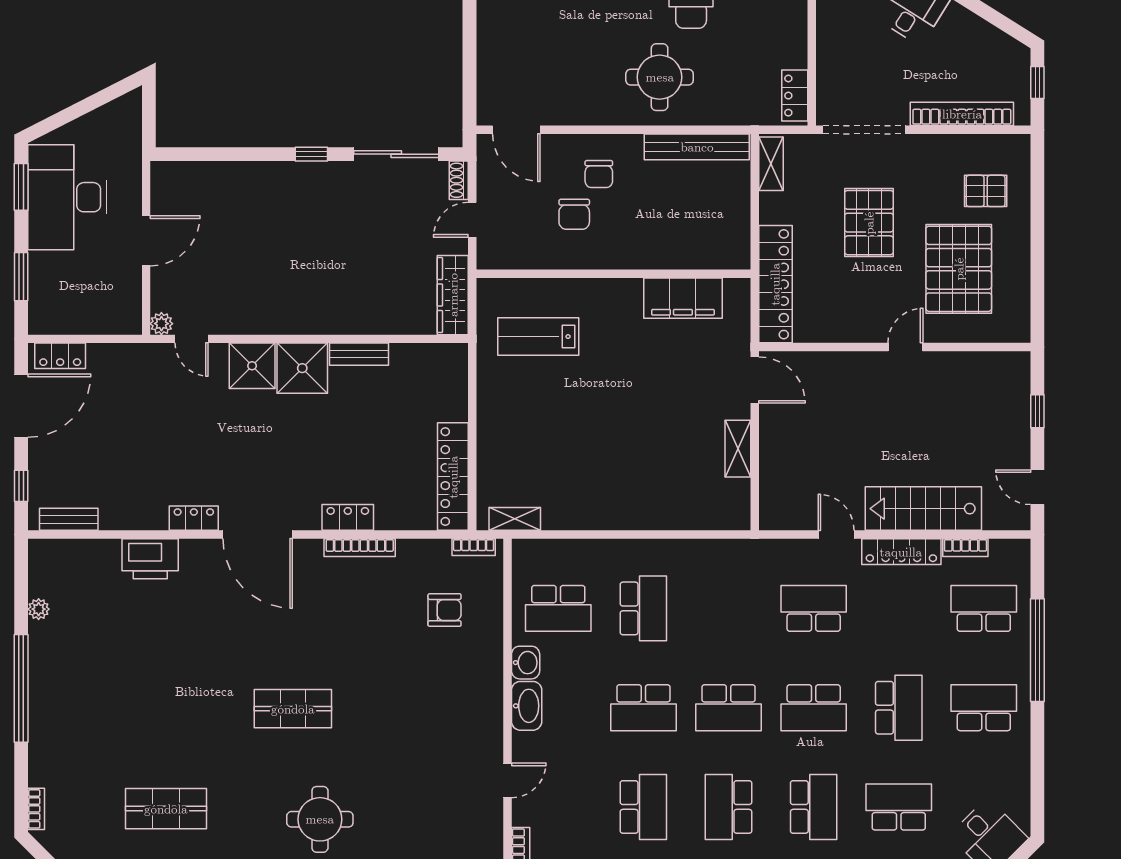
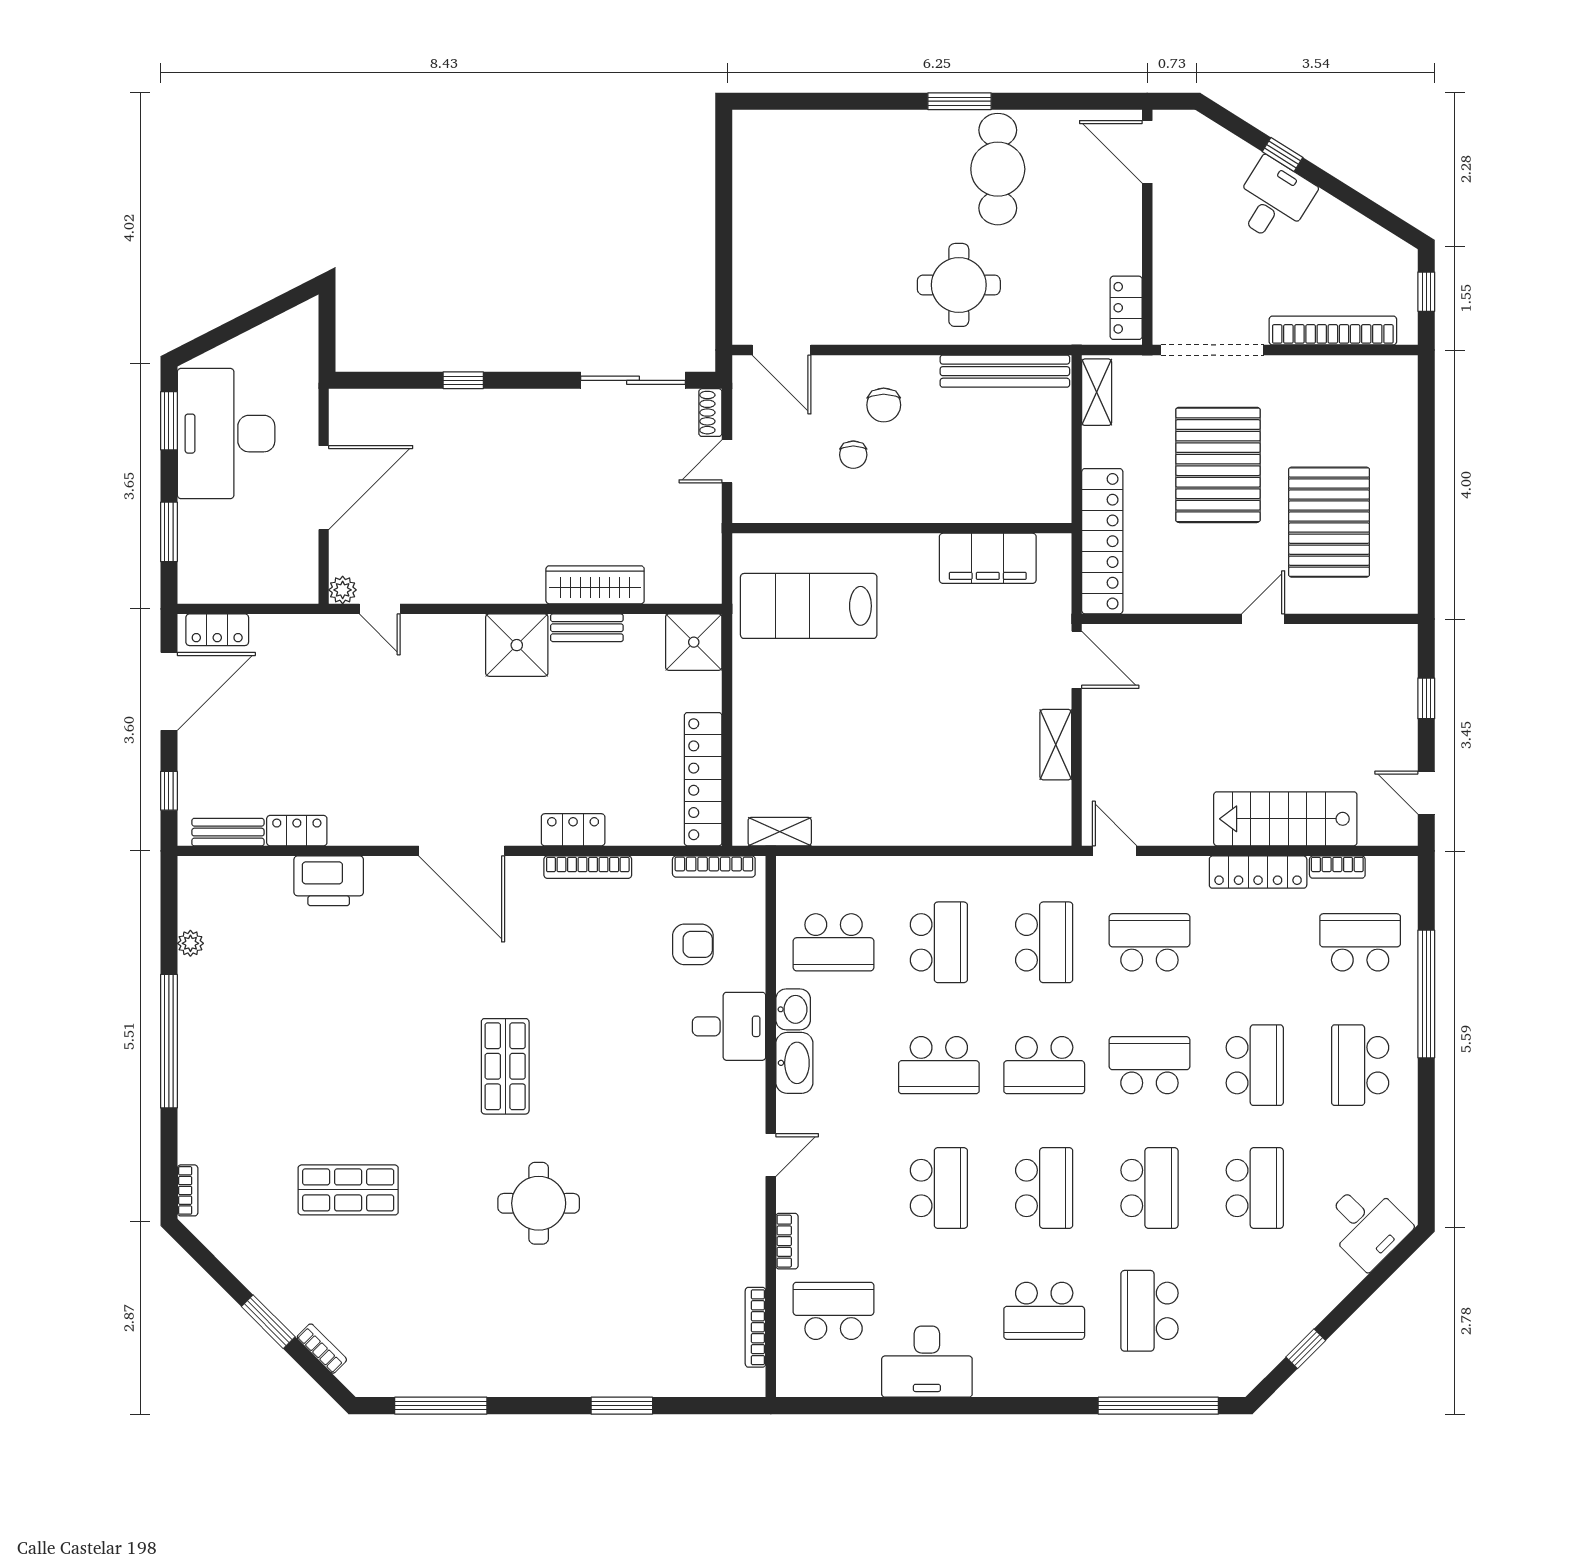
window: (311, 154) -> (463, 380), moved
pallet: (986, 191) -> (1362, 426), removed
chair: (574, 214) -> (853, 455), width x0.73, depth x0.73
pallet: (869, 223) -> (1218, 465), width x1.37, depth x1.41
door: (146, 241) -> (324, 488), width x1.36
wardrobe: (453, 295) -> (595, 585), moved, turned 90
lab bench: (538, 337) -> (809, 606), width x1.36, depth x1.39
shower: (252, 366) -> (694, 642), moved
locker: (194, 518) -> (297, 831), moved
door: (836, 535) -> (1115, 851), moved
bookcase: (474, 547) -> (714, 867), width x1.56
school desk: (729, 608) -> (1044, 942), added
desk: (474, 676) -> (729, 1026), added
school desk: (814, 708) -> (1149, 1065), turned 180
school desk: (984, 708) -> (1360, 1065), turned -90
shop shelf: (293, 709) -> (505, 1066), turned 90
school desk: (729, 807) -> (1044, 1188), turned 180
school desk: (899, 807) -> (1255, 1188), turned 90

